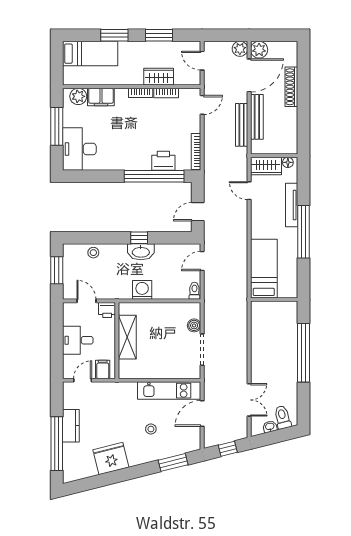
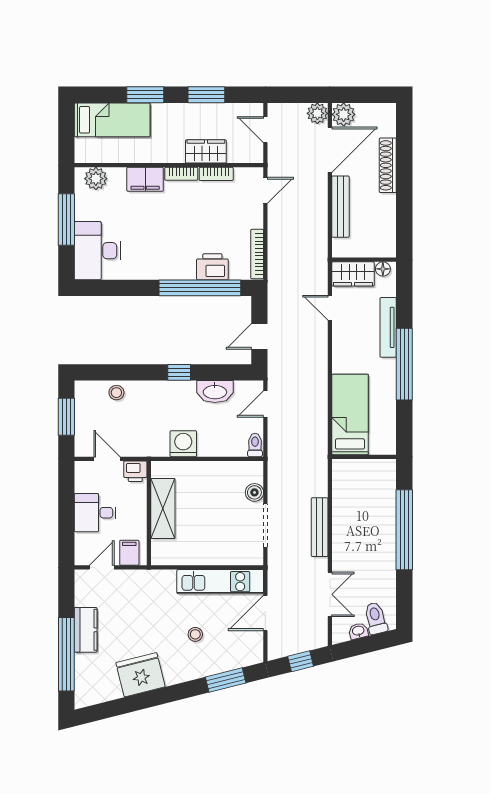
filing cabinet: (101, 97) -> (145, 179), moved
bench: (242, 125) -> (320, 527), moved
washbasin: (141, 252) -> (215, 391), moved

